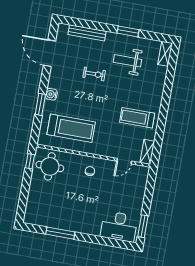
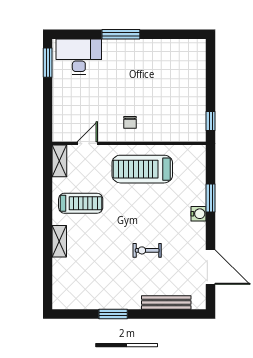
shelving: (165, 54) -> (59, 241), moved
weight bench: (127, 61) -> (107, 276), removed
treadmill: (71, 128) -> (142, 169), moved
round table: (50, 166) -> (183, 119), removed
window: (60, 233) -> (121, 34), moved

